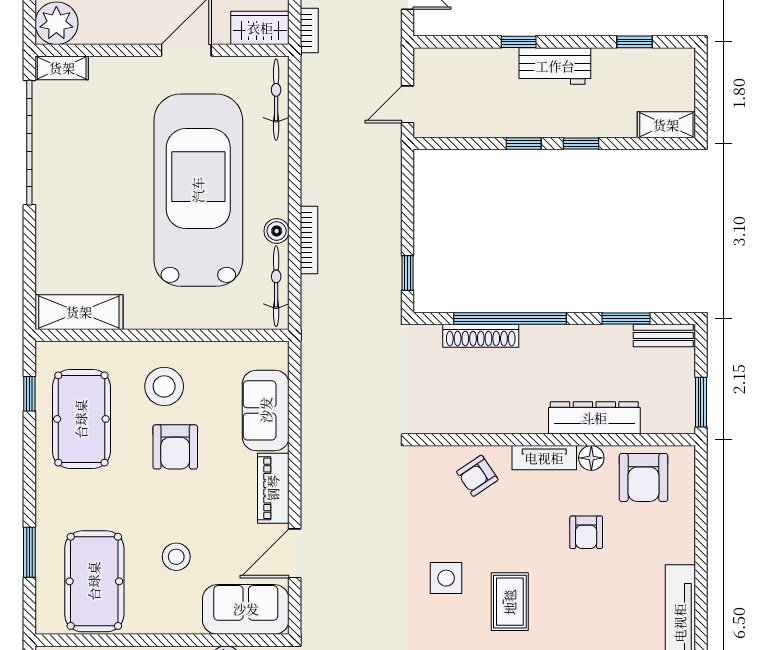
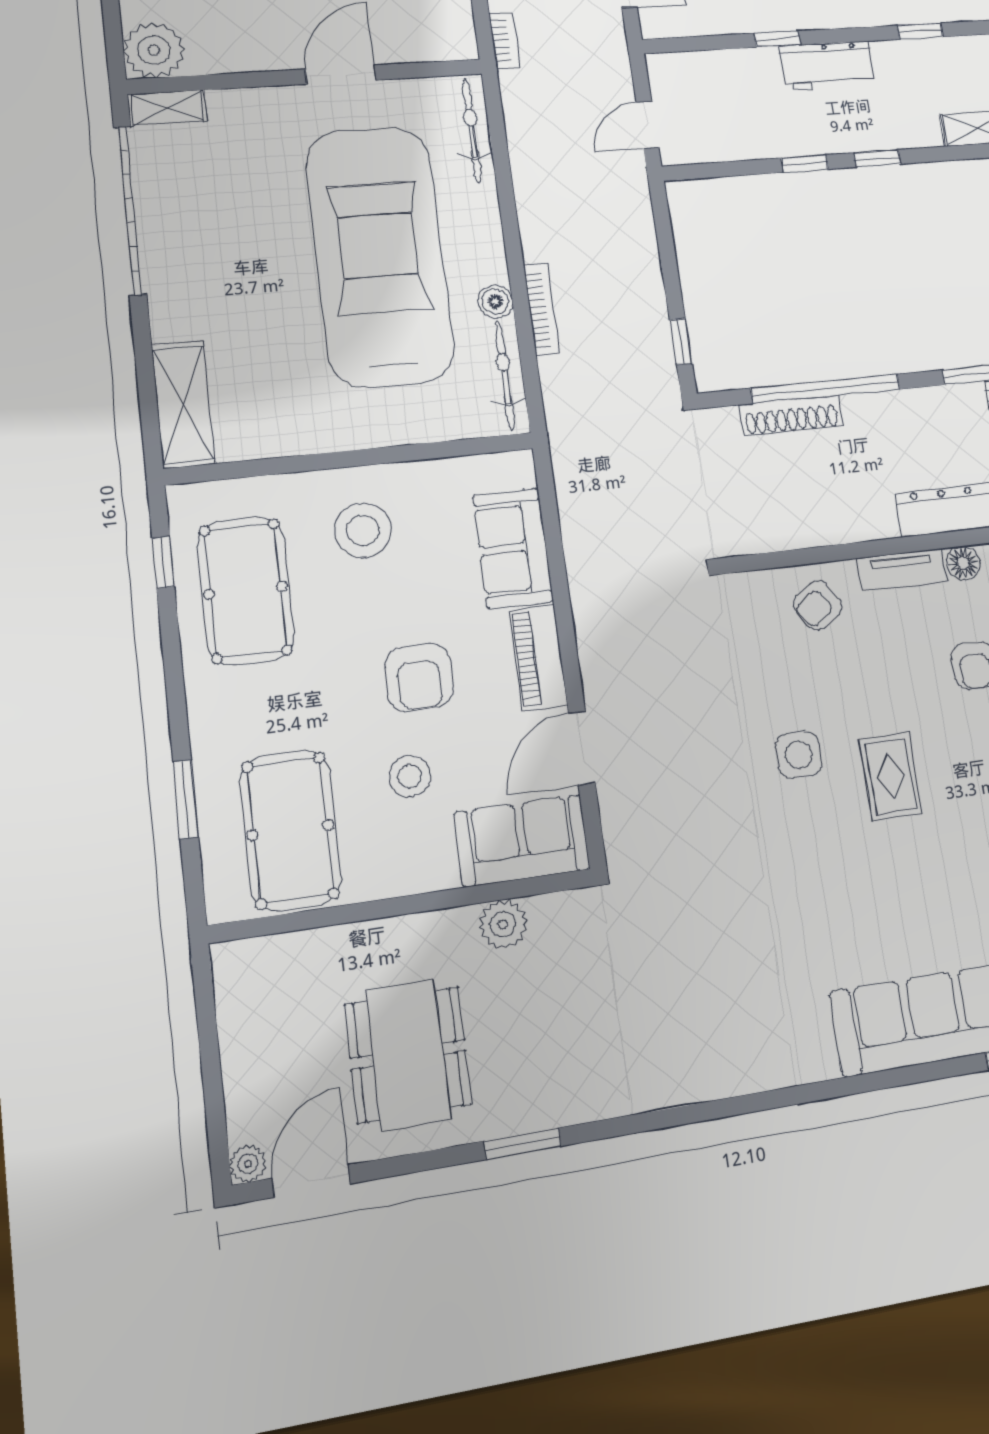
wardrobe: (260, 28) -> (438, 40), removed
shelving: (79, 312) -> (183, 404), moved, turned 90
armchair: (175, 447) -> (419, 677), moved

